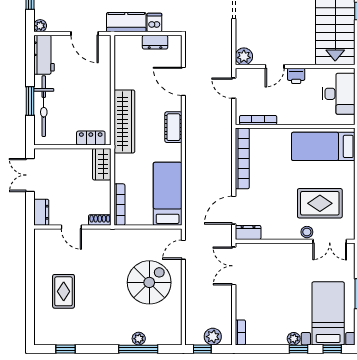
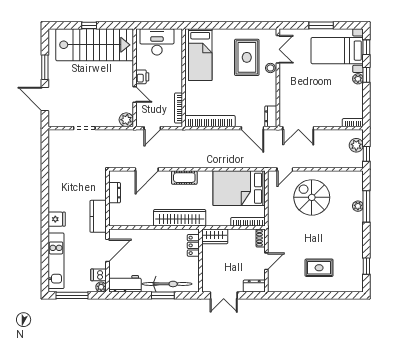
dishwasher: (154, 23) -> (98, 275), moved
bed: (168, 194) -> (239, 188), width x1.50
door: (183, 250) -> (285, 169), hinge flipped

